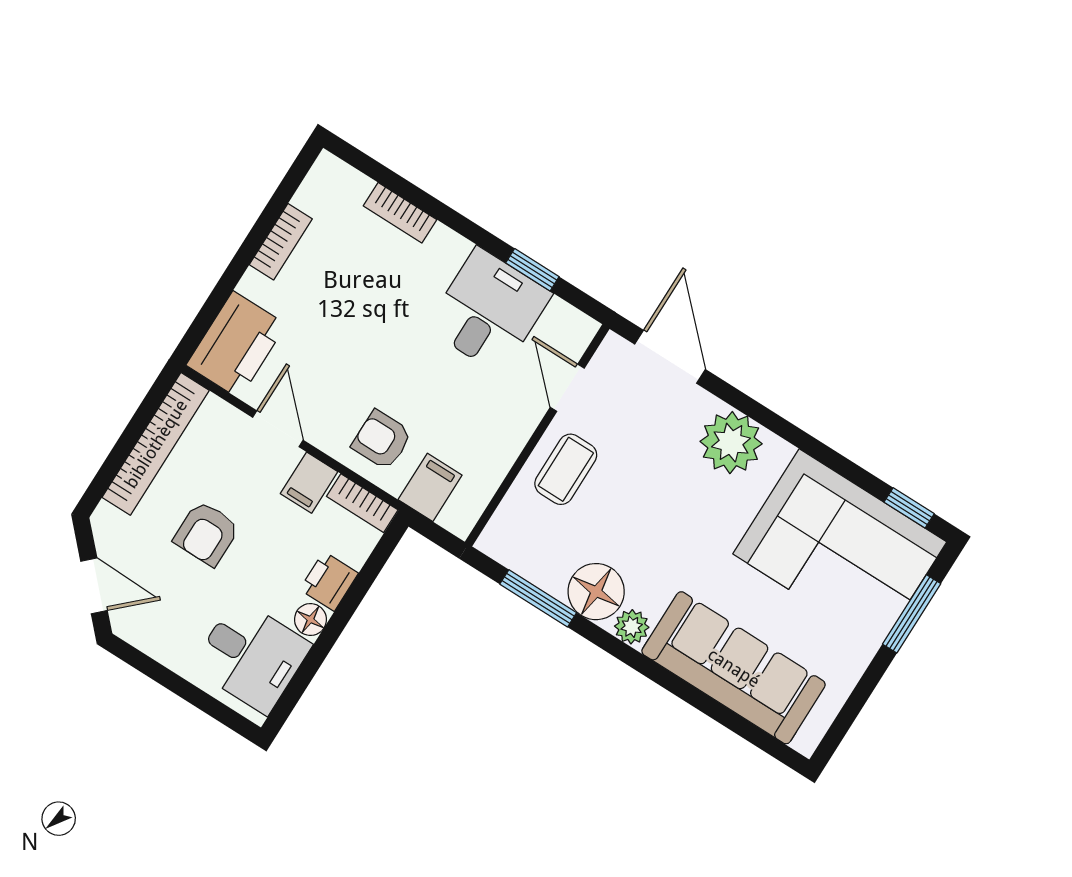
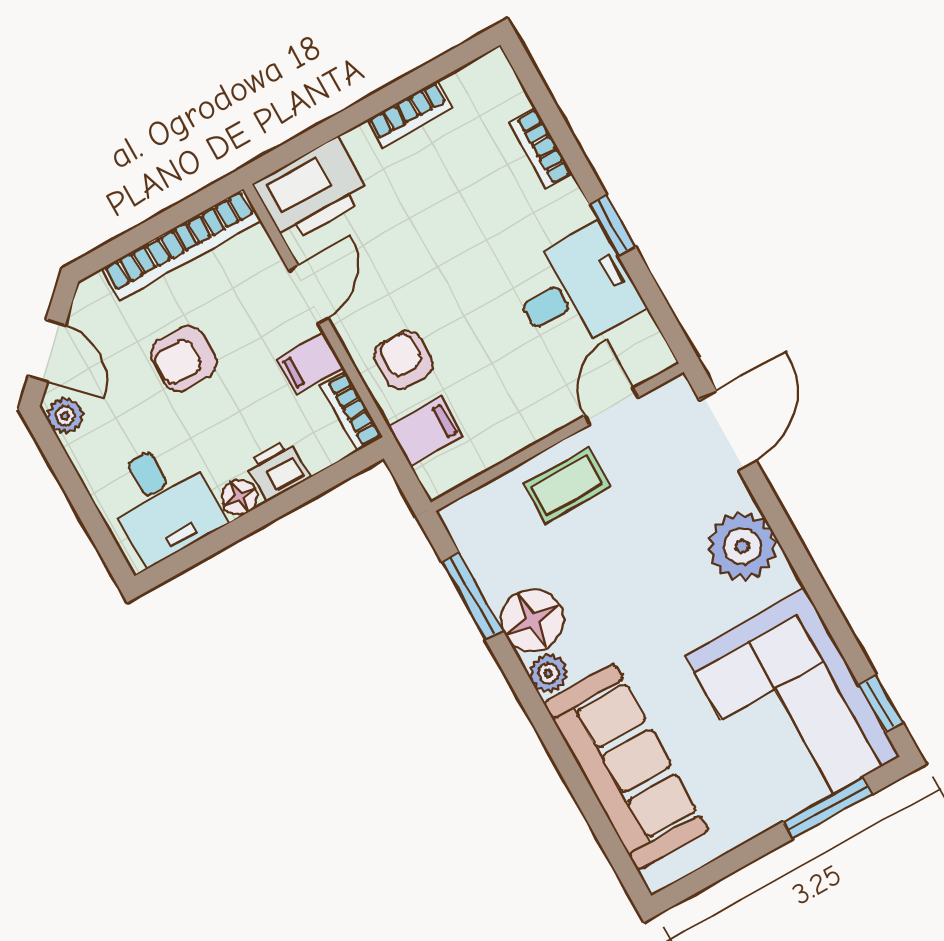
window: (532, 270) -> (613, 226), moved
plant: (137, 630) -> (65, 416), added

